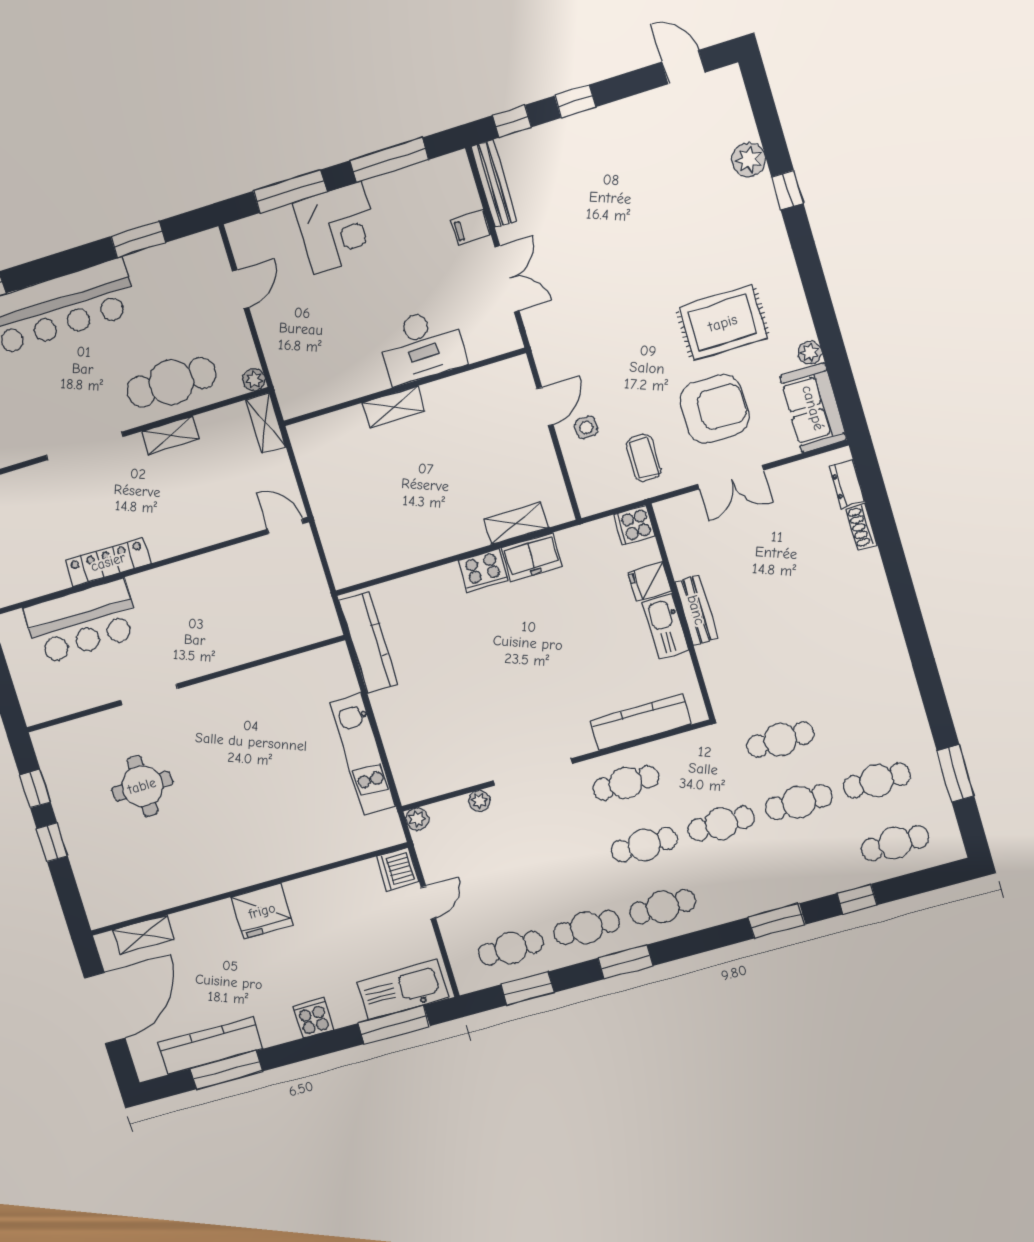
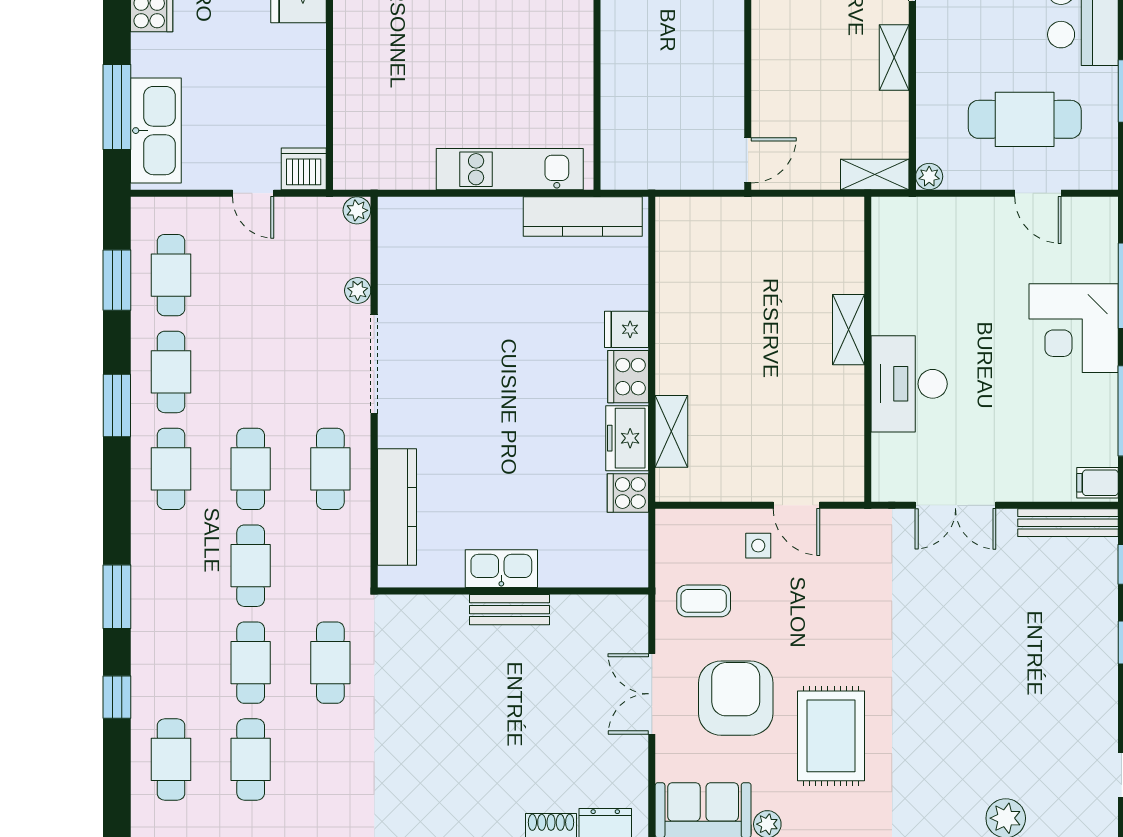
filing cabinet: (471, 228) -> (1097, 483), moved, turned -90
cafe table: (171, 382) -> (1025, 119), moved, turned 90
armchair: (714, 409) -> (736, 698), turned 180
cooker: (634, 525) -> (628, 493), moved, turned -90
fridge: (650, 582) -> (627, 329), moved, turned -90
kitchen unit: (363, 754) -> (510, 169), moved

